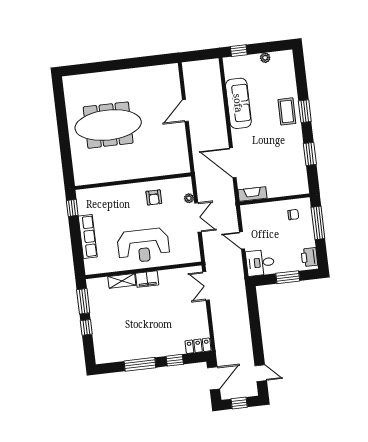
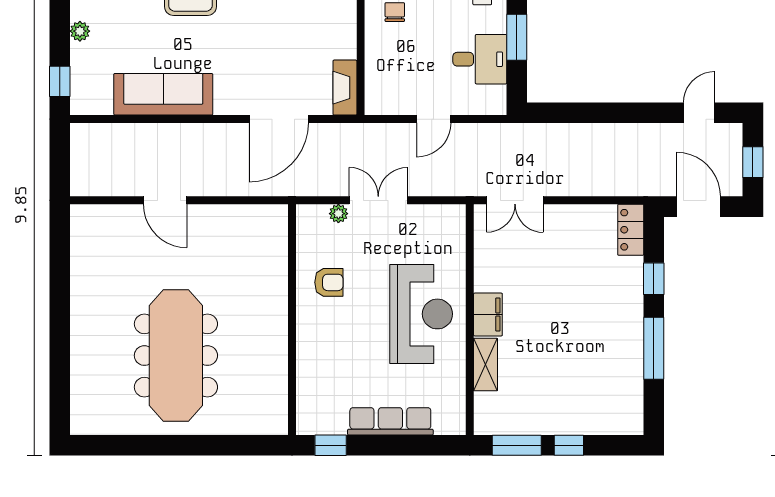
desk: (260, 263) -> (480, 59), moved, turned -90

